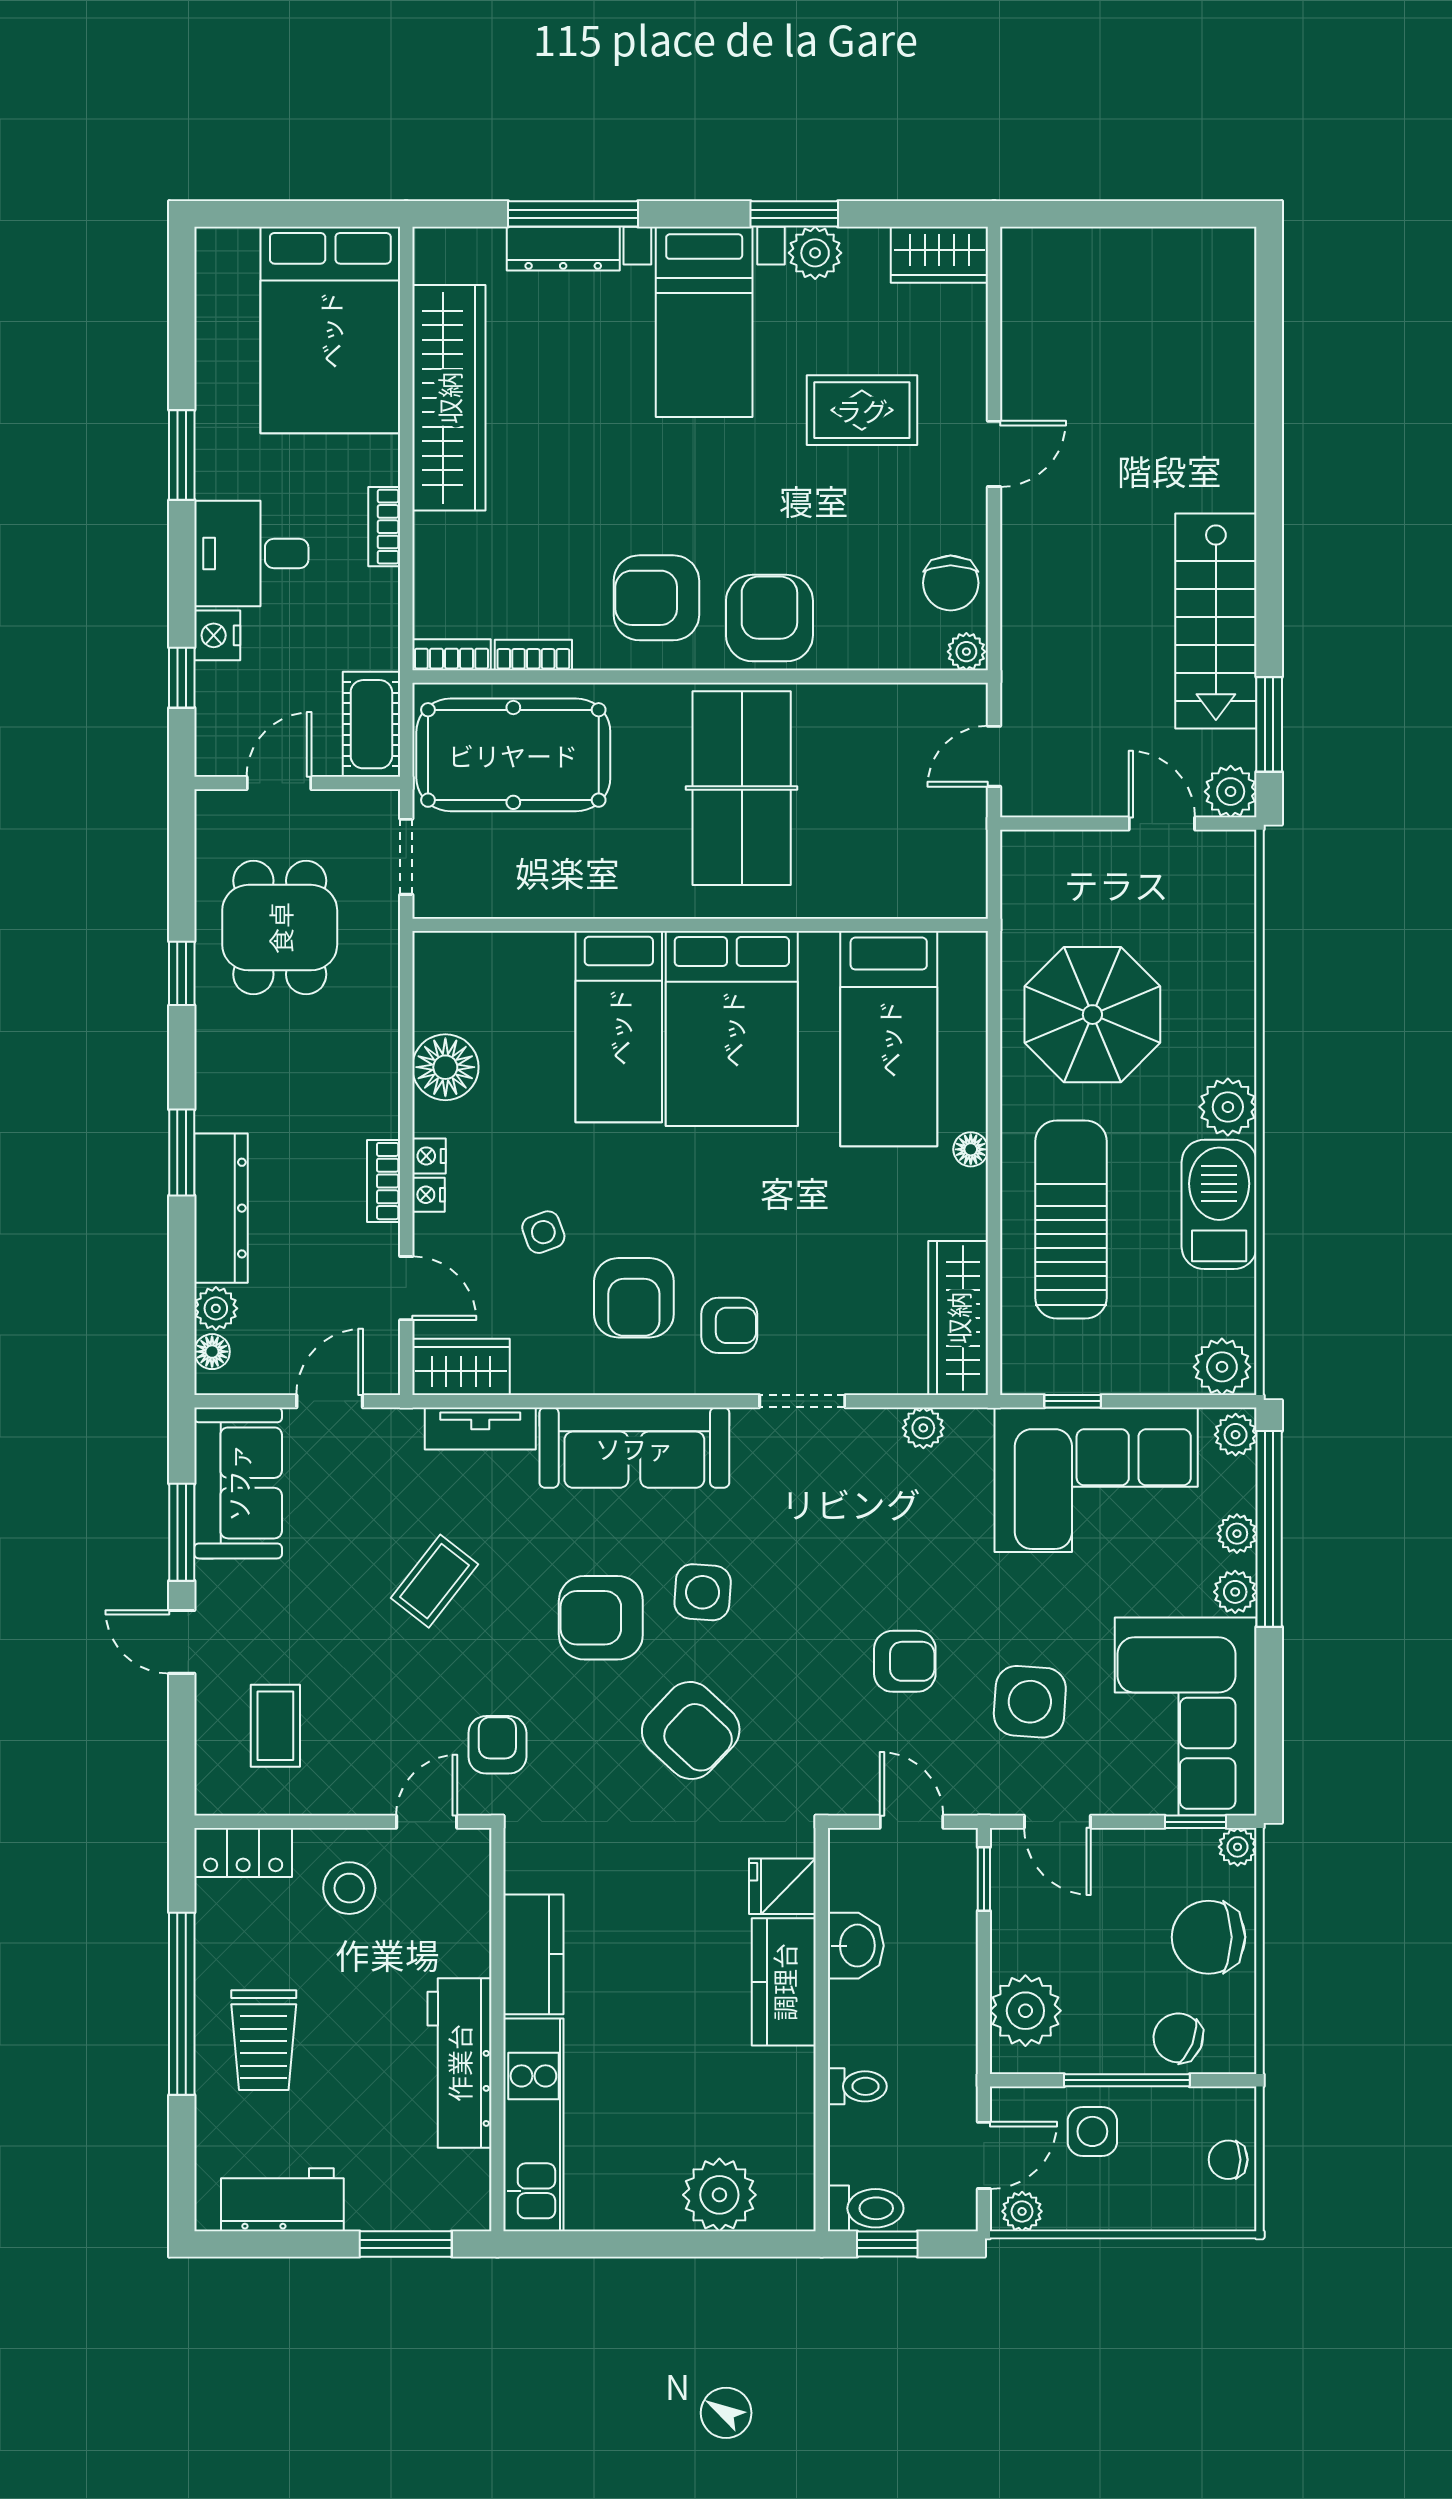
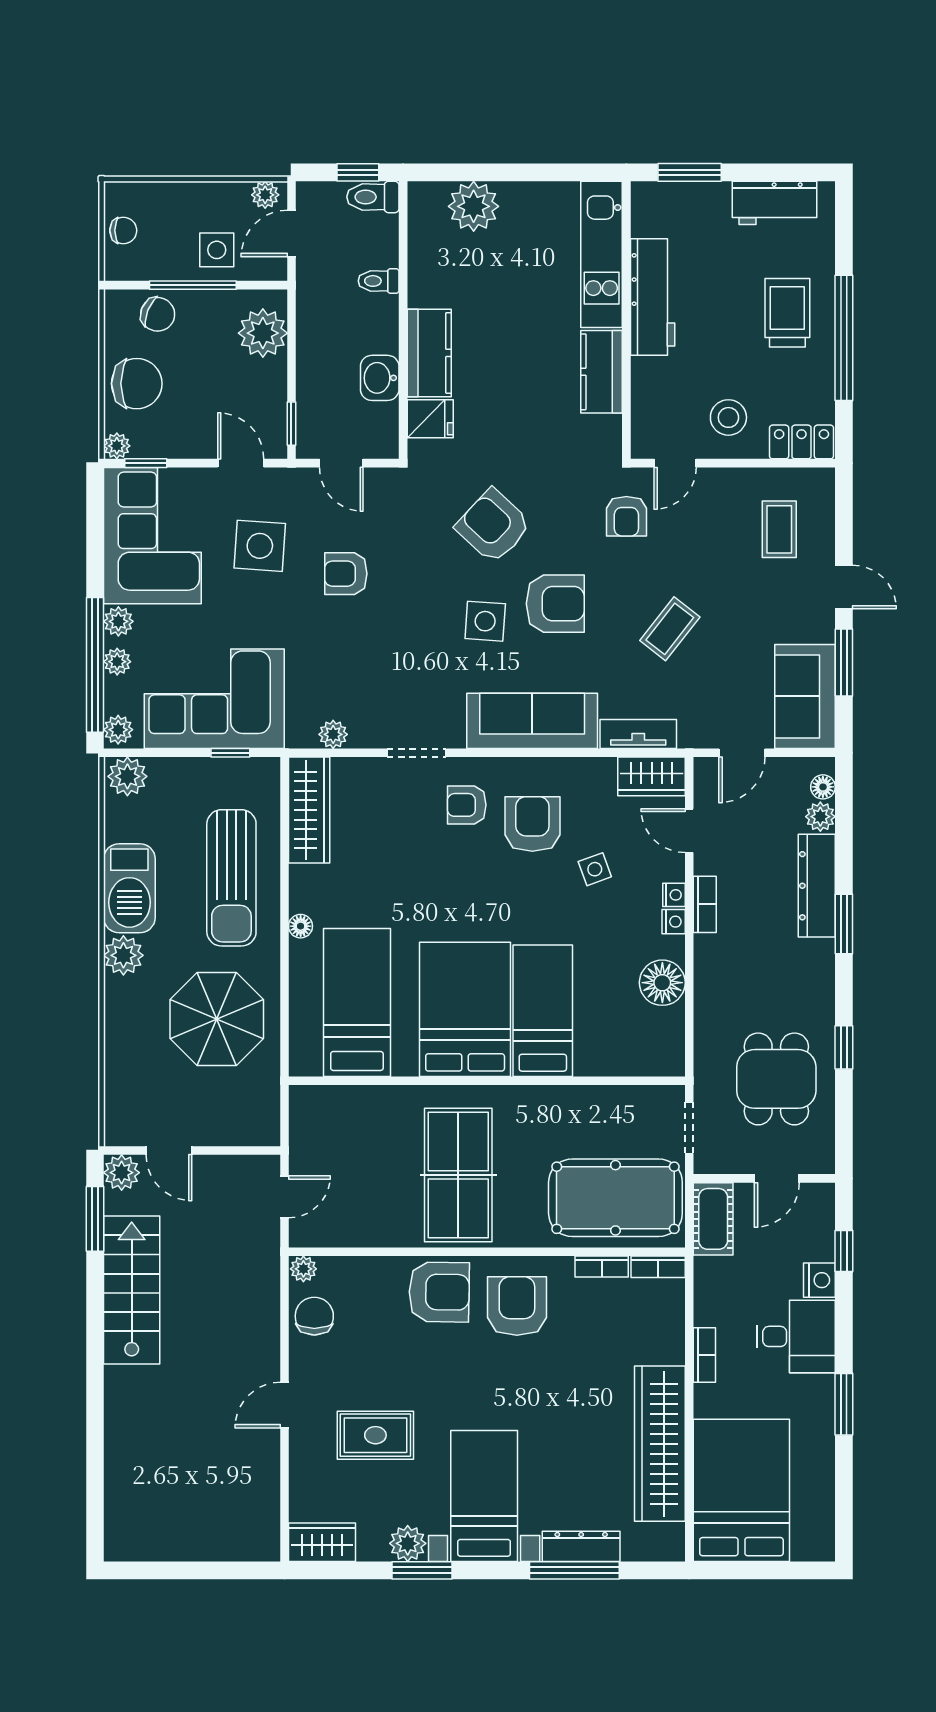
armchair: (656, 598) -> (517, 1306), turned -90
armchair: (769, 618) -> (439, 1292), turned -89

